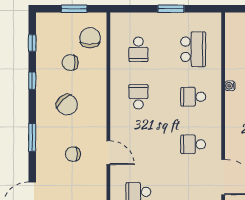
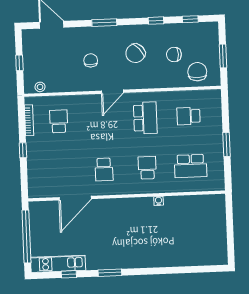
chair: (90, 38) -> (197, 72), turned -90
chair: (70, 63) -> (174, 54), turned -90
school desk: (138, 97) -> (145, 118), width x1.85
school desk: (193, 144) -> (104, 169), turned 180
door: (108, 153) -> (112, 92), moved

